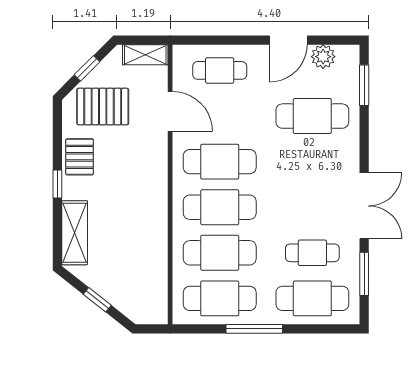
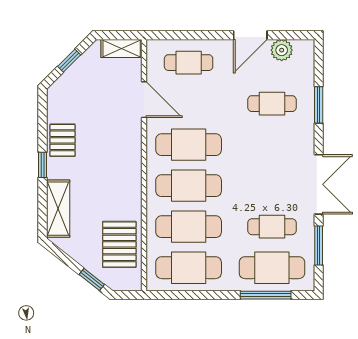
window: (364, 85) -> (319, 105), moved
pallet: (103, 107) -> (119, 244), moved, turned 90
cafe table: (312, 116) -> (272, 104), width x0.73, depth x0.74
window: (97, 300) -> (92, 279), moved
window: (254, 329) -> (266, 295), moved

